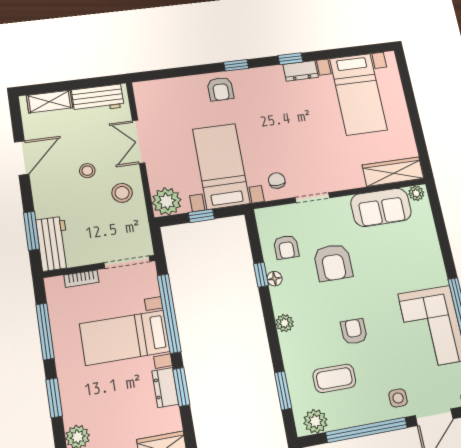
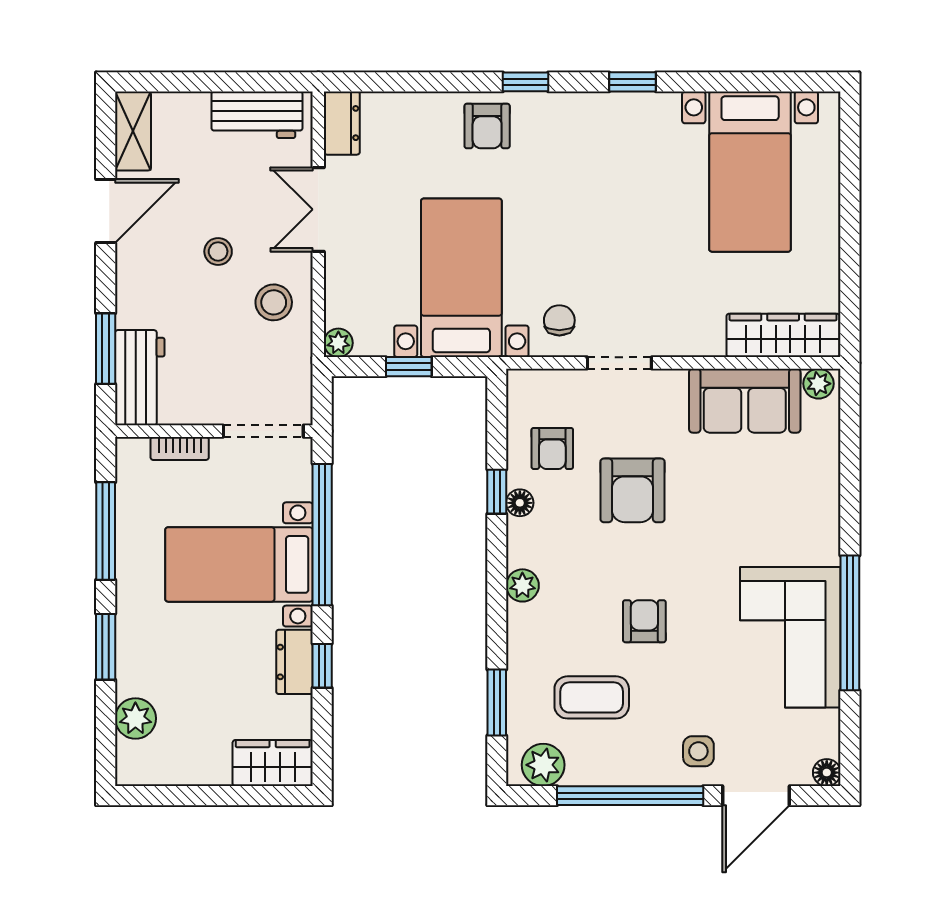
dresser: (301, 71) -> (342, 123), moved, turned -90
shelving: (50, 102) -> (133, 131), moved, turned 90
plant: (167, 201) -> (338, 343), width x0.53, depth x0.53
window: (181, 387) -> (322, 666), width x0.67

